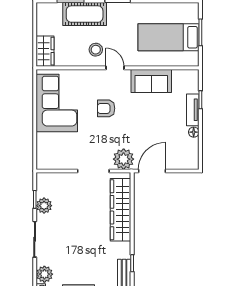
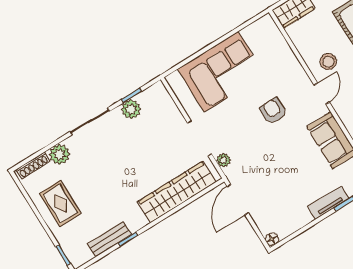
corner sofa: (57, 103) -> (221, 72), moved
floor lamp: (194, 132) -> (272, 239), moved
plant: (124, 159) -> (223, 160), width x0.53, depth x0.53
door: (152, 171) -> (238, 200), swing flipped

